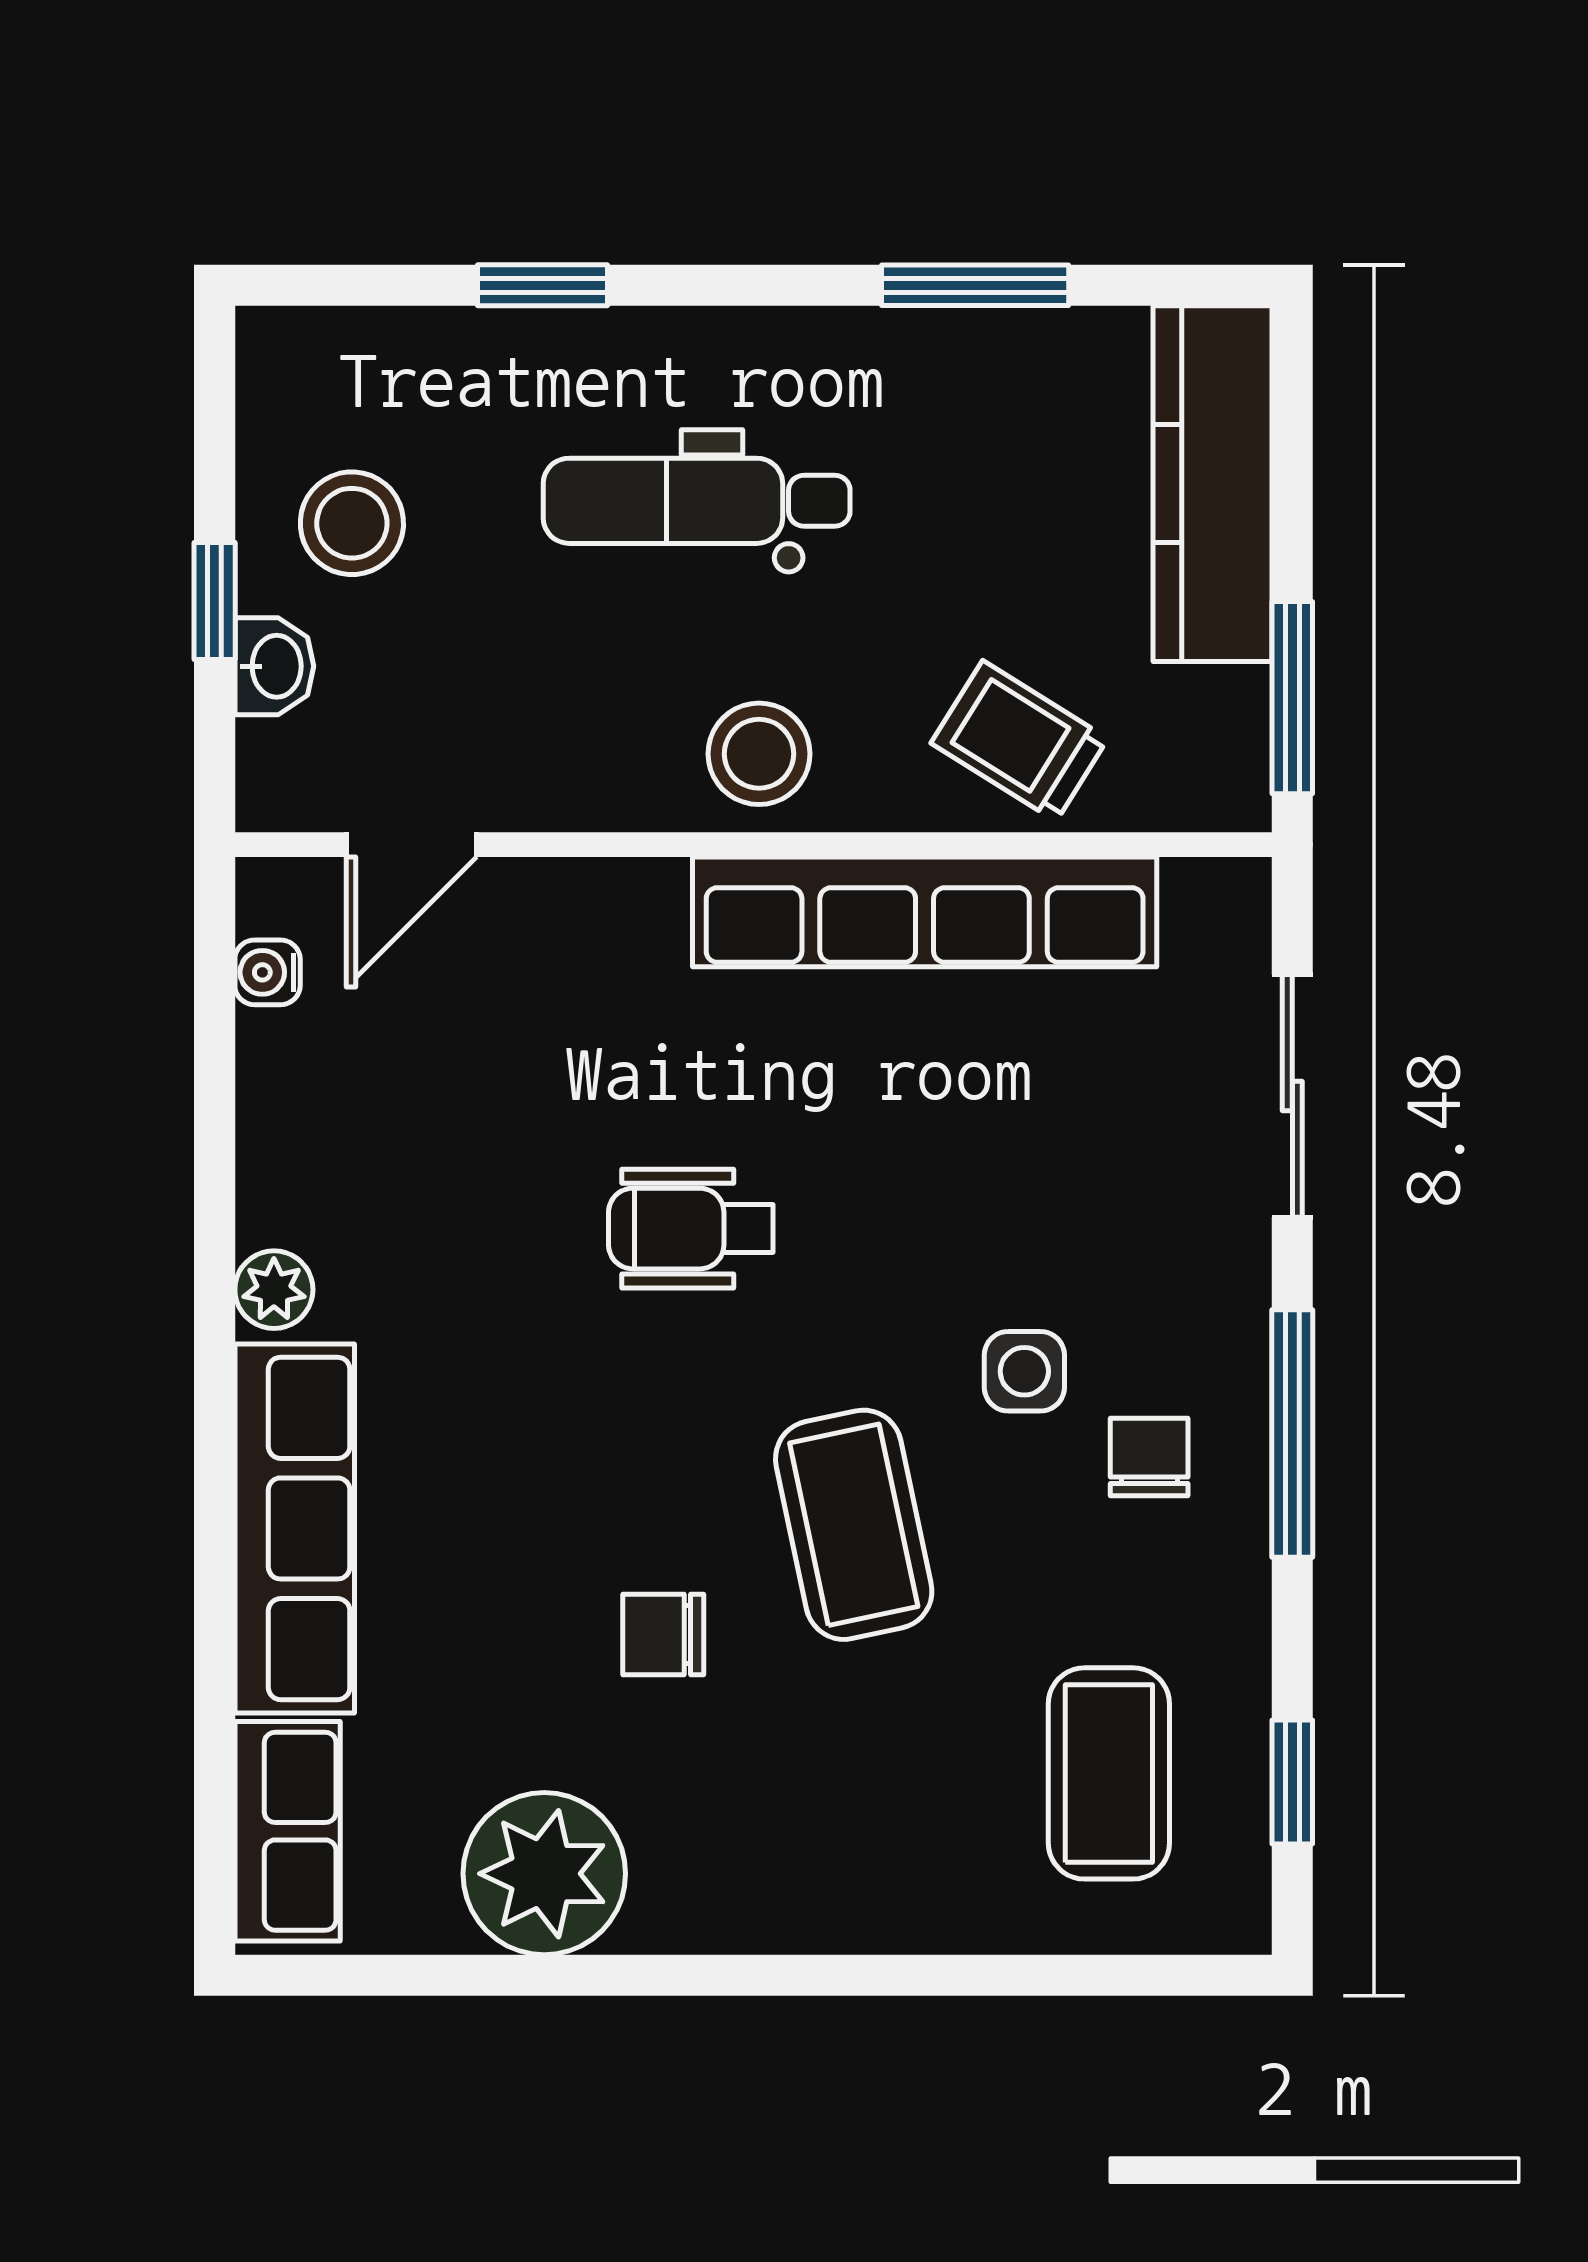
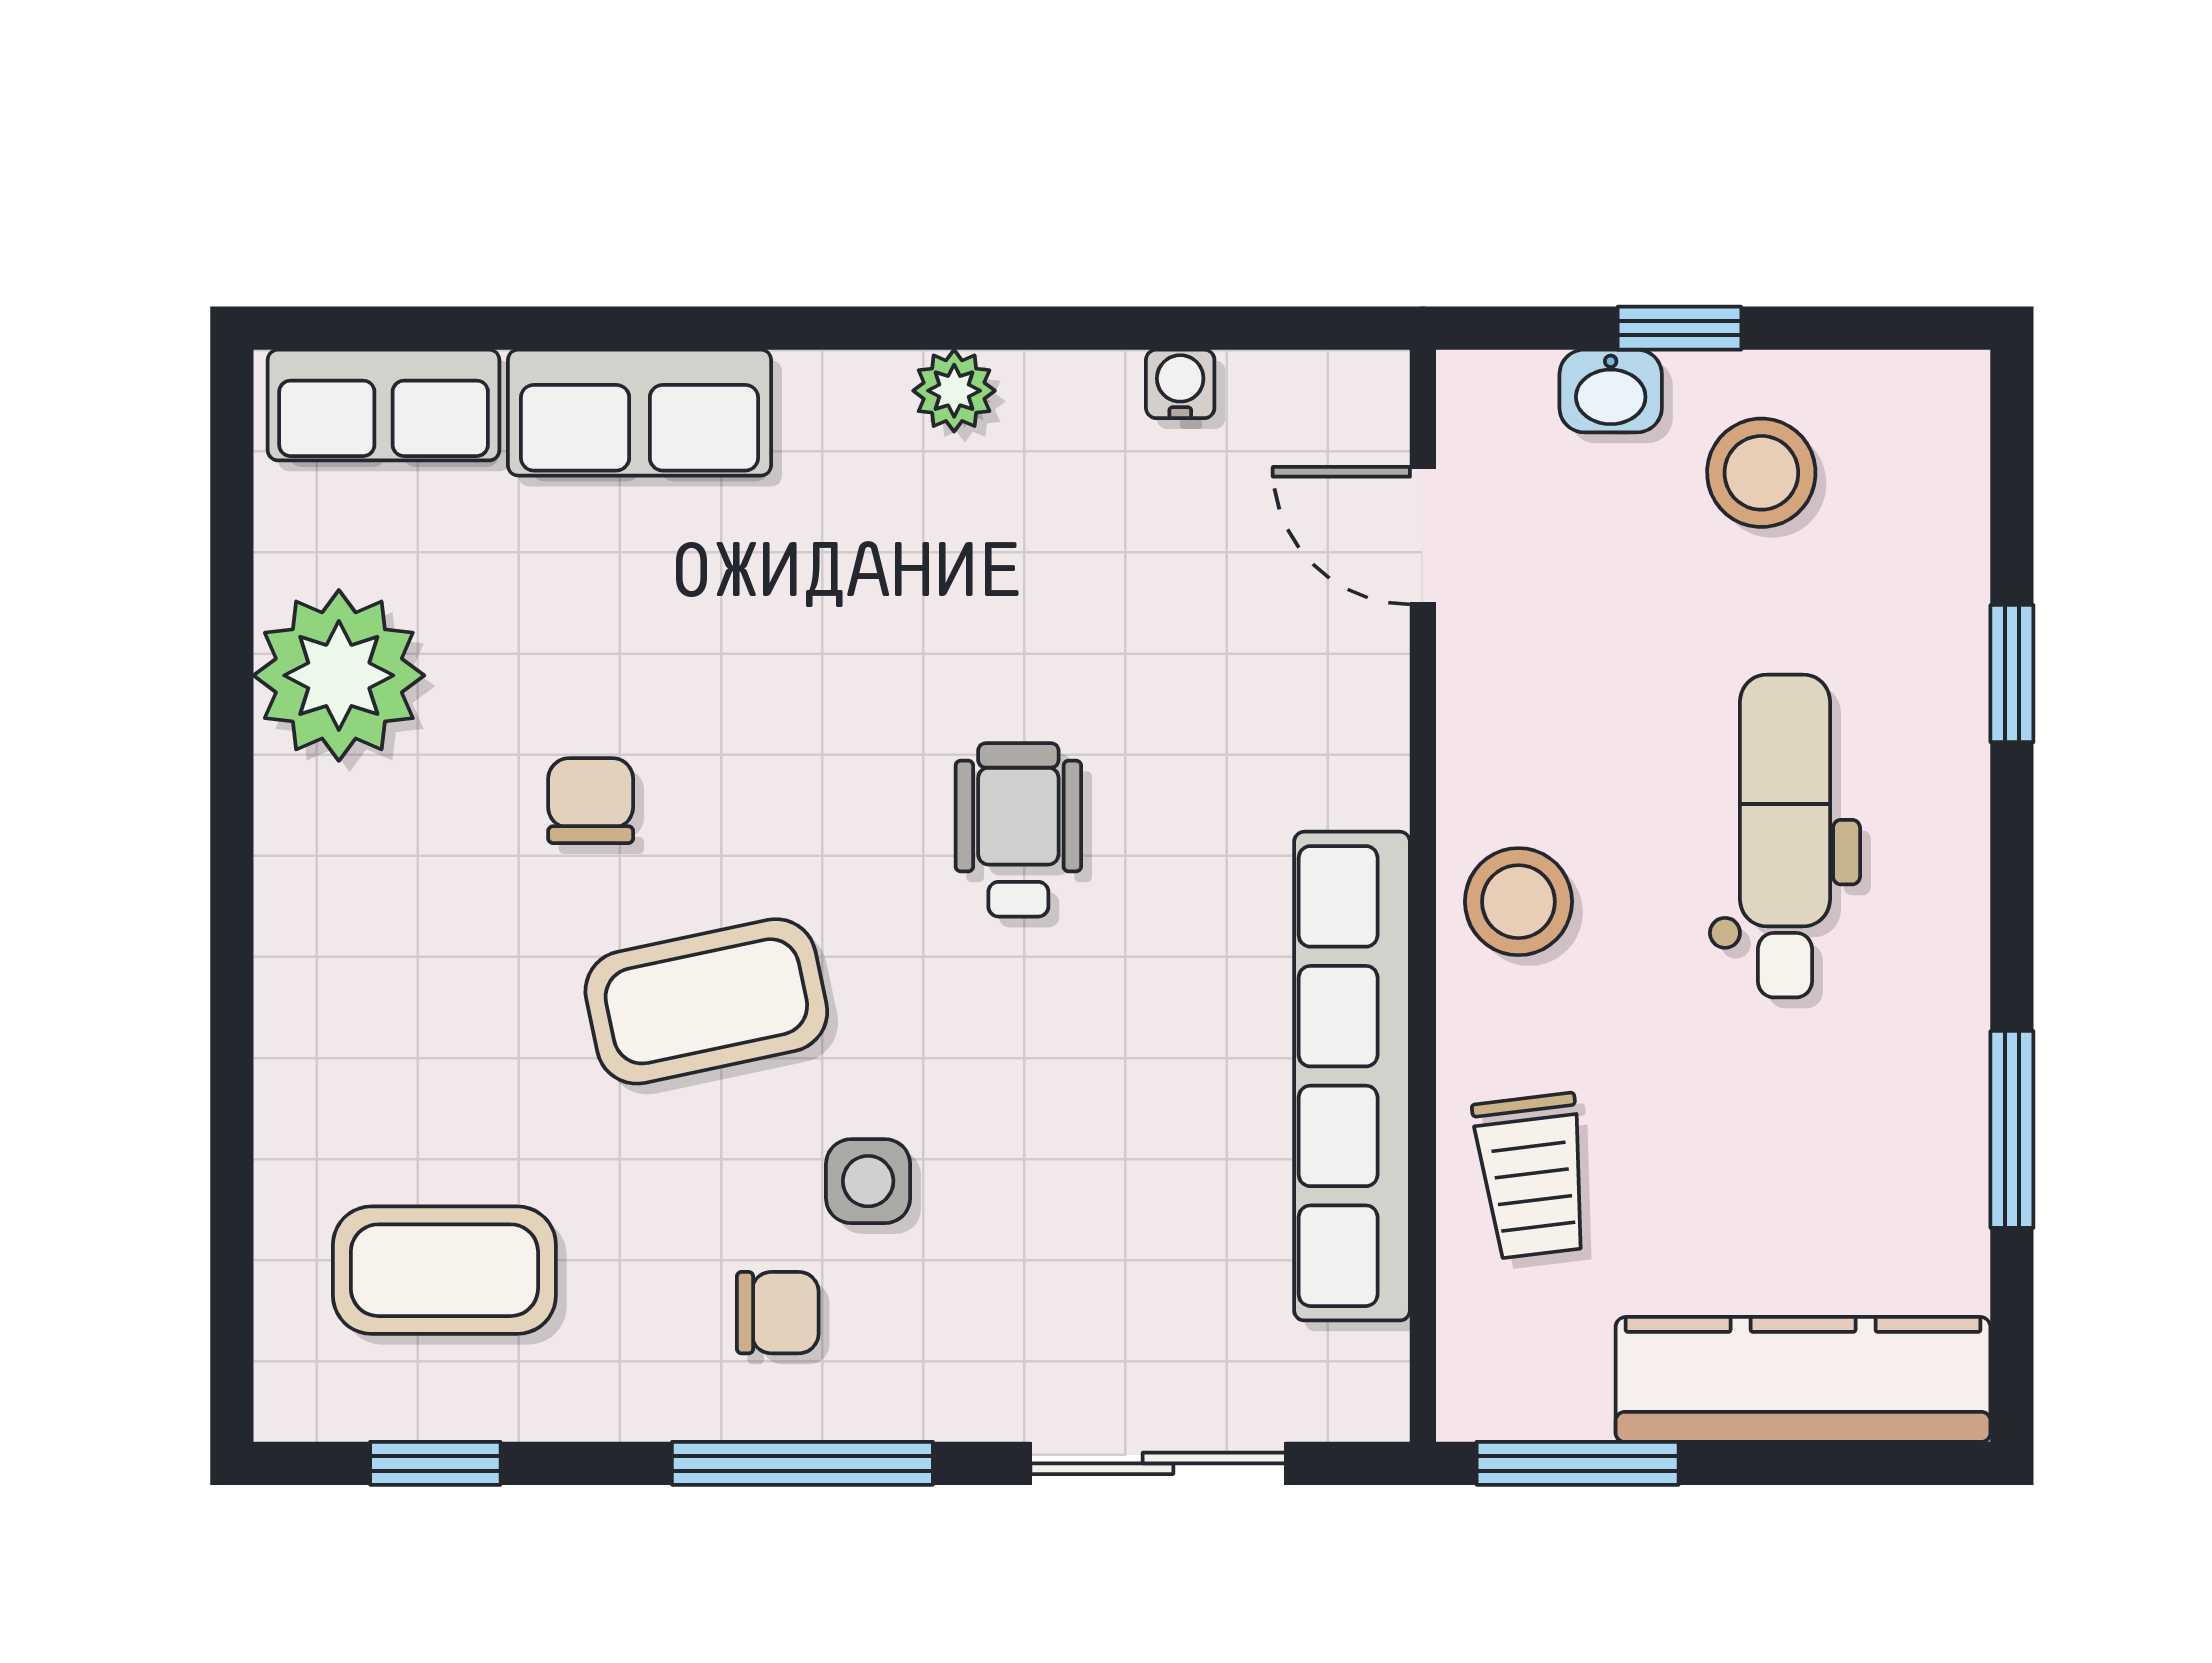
trolley: (1019, 741) -> (1532, 1176), turned 141
water cooler: (268, 972) -> (1180, 384), moved
row of seats: (295, 1528) -> (640, 413), width x0.68

